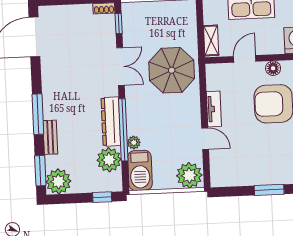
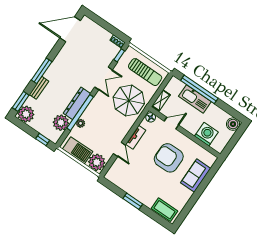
sun lounger: (166, 20) -> (145, 72), added
floor lamp: (273, 68) -> (151, 117), moved
barbecue: (140, 170) -> (78, 150), moved, turned -90

